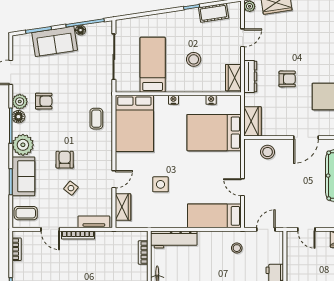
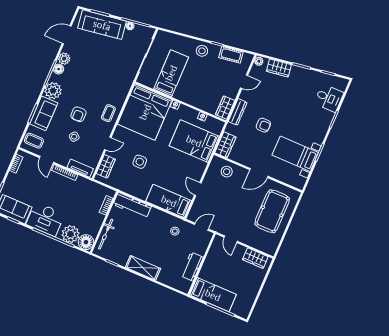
sofa: (55, 41) -> (102, 25), width x1.36
stool: (194, 59) -> (202, 51), moved
armchair: (44, 101) -> (82, 66), removed
coffee table: (96, 119) -> (108, 113), moved
bed: (134, 123) -> (145, 112), width x1.36
armchair: (65, 160) -> (78, 114), turned 180

